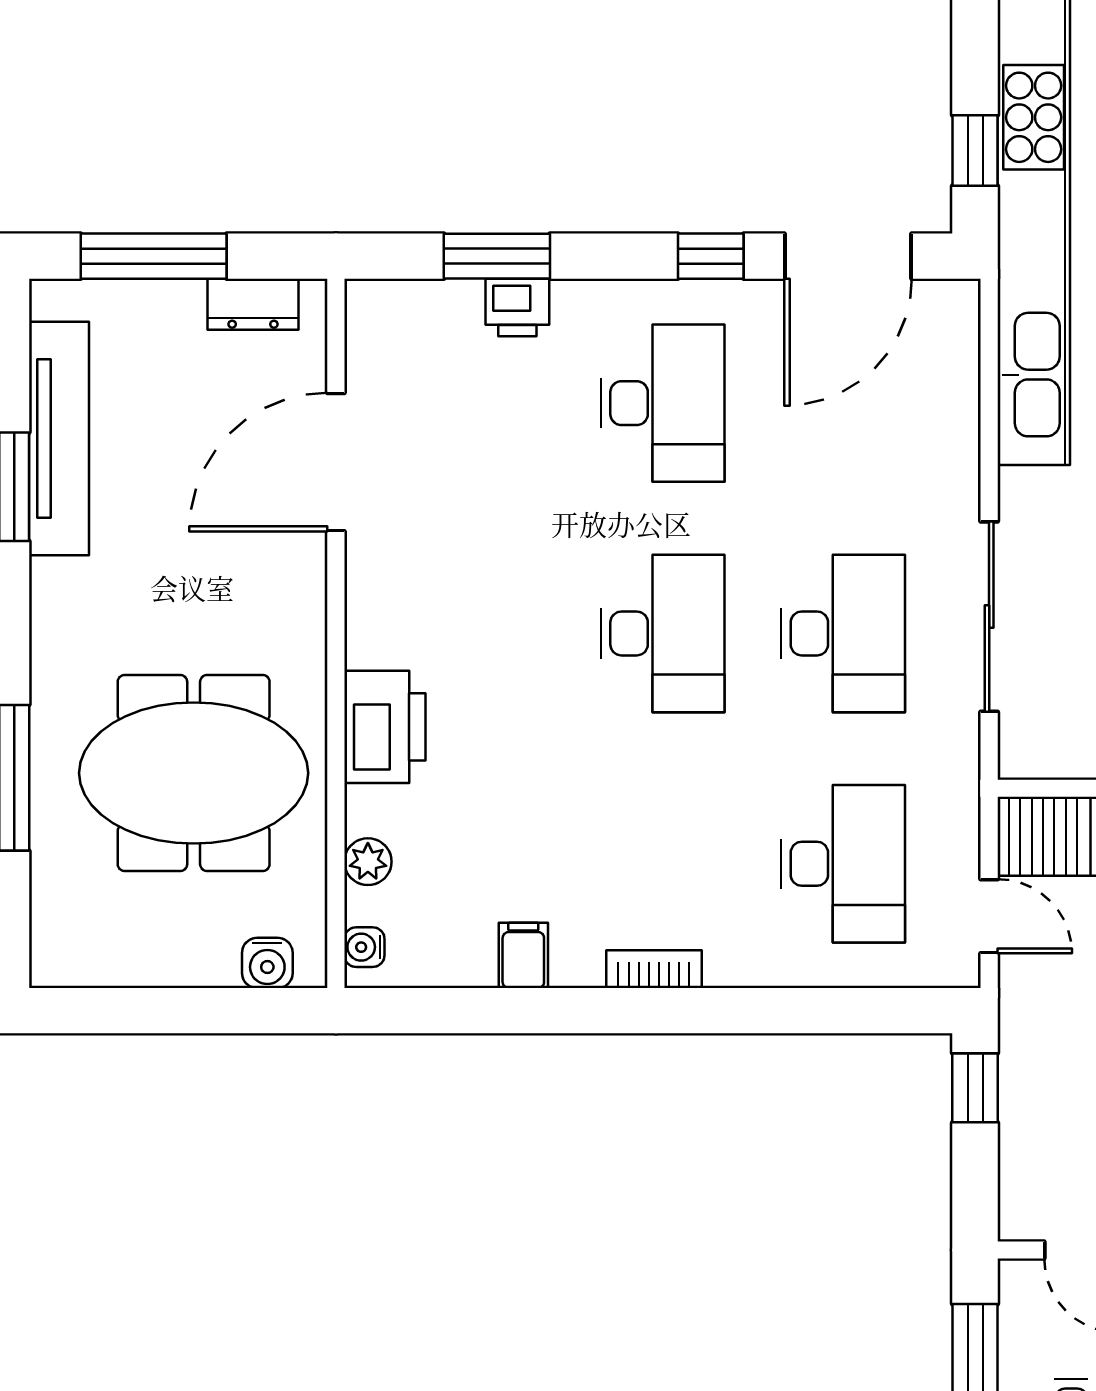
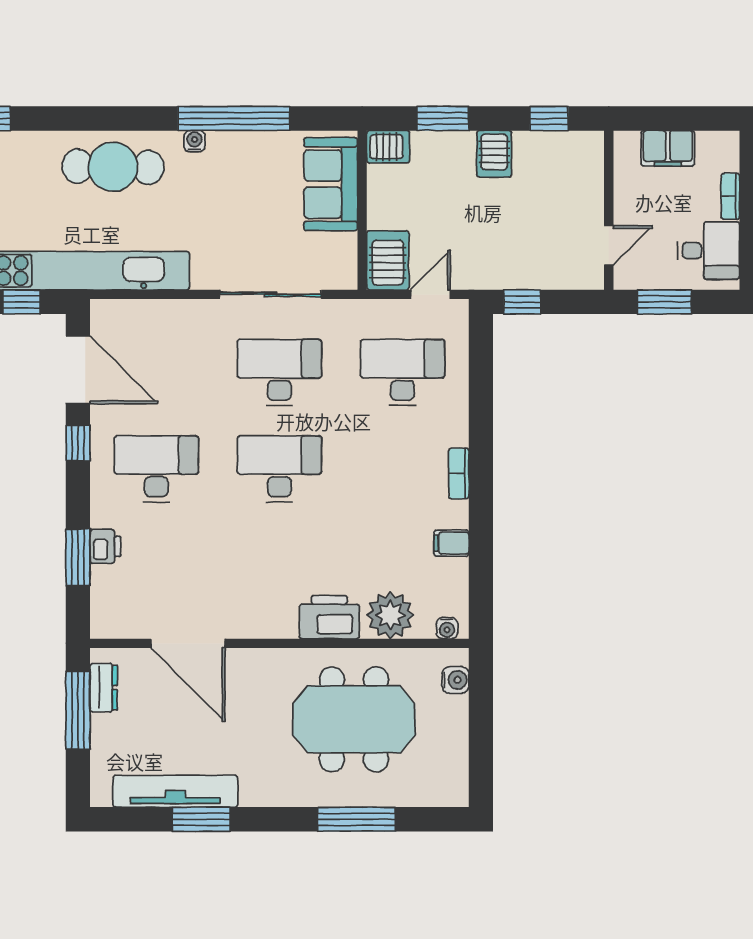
window: (154, 256) -> (78, 710), moved
meeting table: (194, 773) -> (354, 719), turned 90
plant: (368, 862) -> (390, 615), width x1.88, depth x1.88

